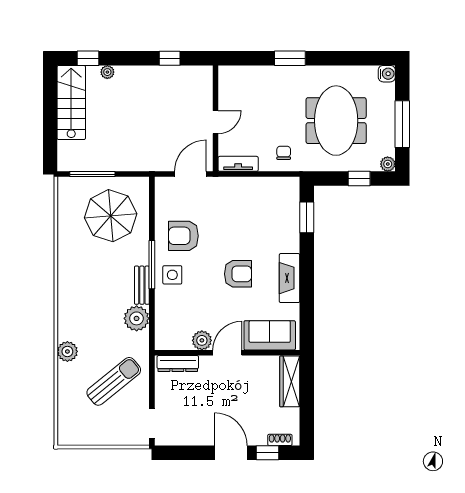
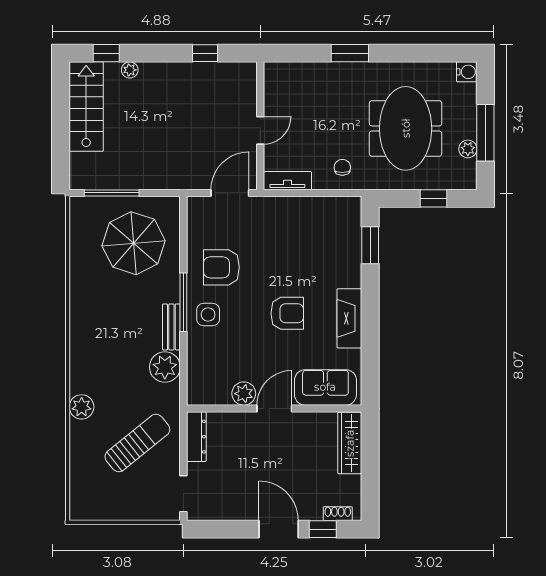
plant: (388, 164) -> (468, 149), moved
dresser: (178, 364) -> (196, 437), moved, turned -90

